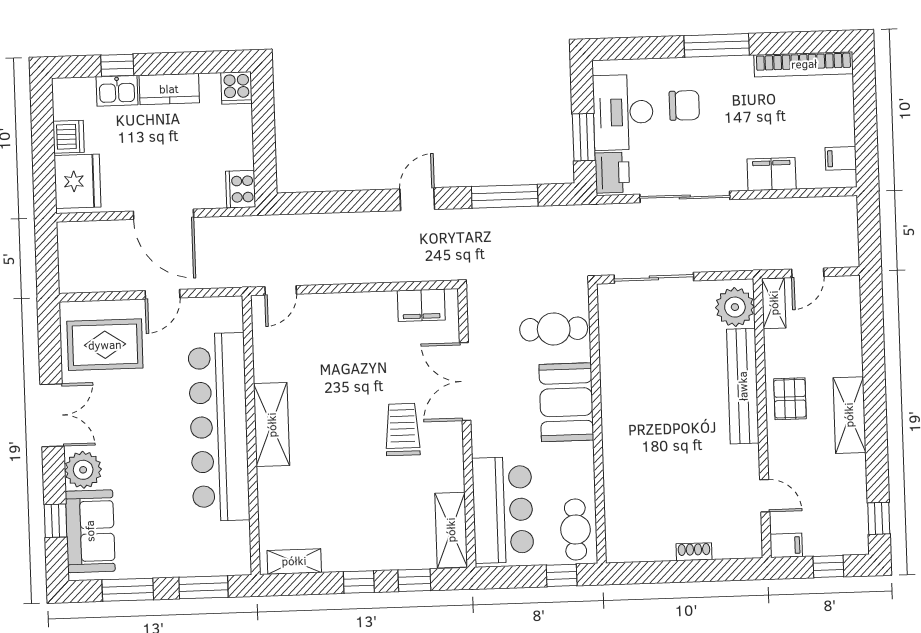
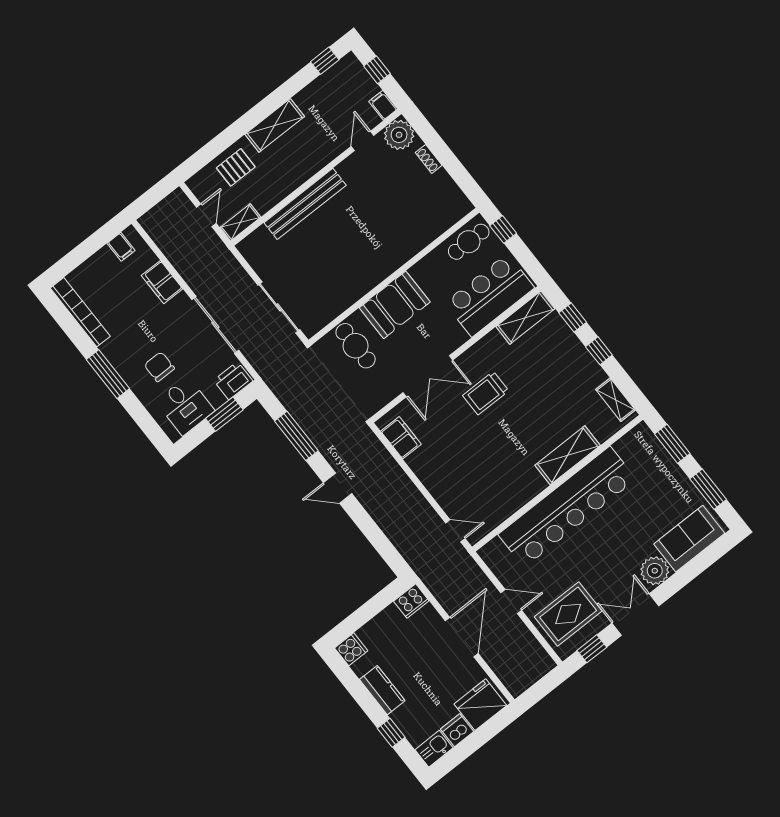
kitchen sink: (117, 91) -> (434, 749), moved, turned -90
desk: (623, 112) -> (185, 406), width x0.73
door: (808, 273) -> (206, 215), hinge flipped
plant: (735, 307) -> (399, 135), moved
rug: (105, 345) -> (568, 614), turned 90
pallet: (790, 399) -> (236, 167), moved
shelving: (272, 425) -> (568, 455), moved
window: (56, 521) -> (592, 649), moved

